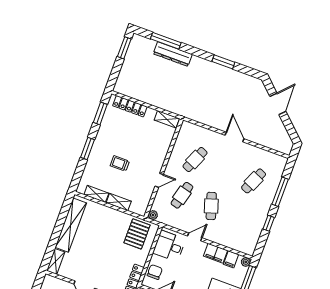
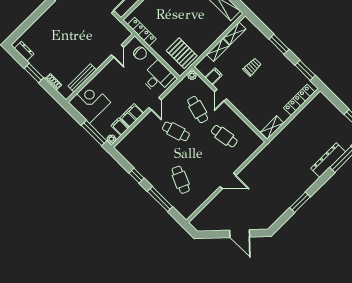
cafe table: (195, 160) -> (224, 136), turned -33
filing cabinet: (145, 195) -> (214, 76), added

